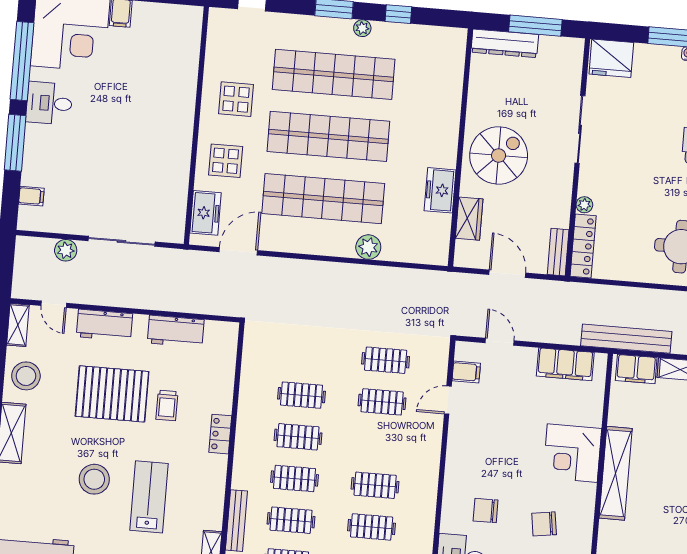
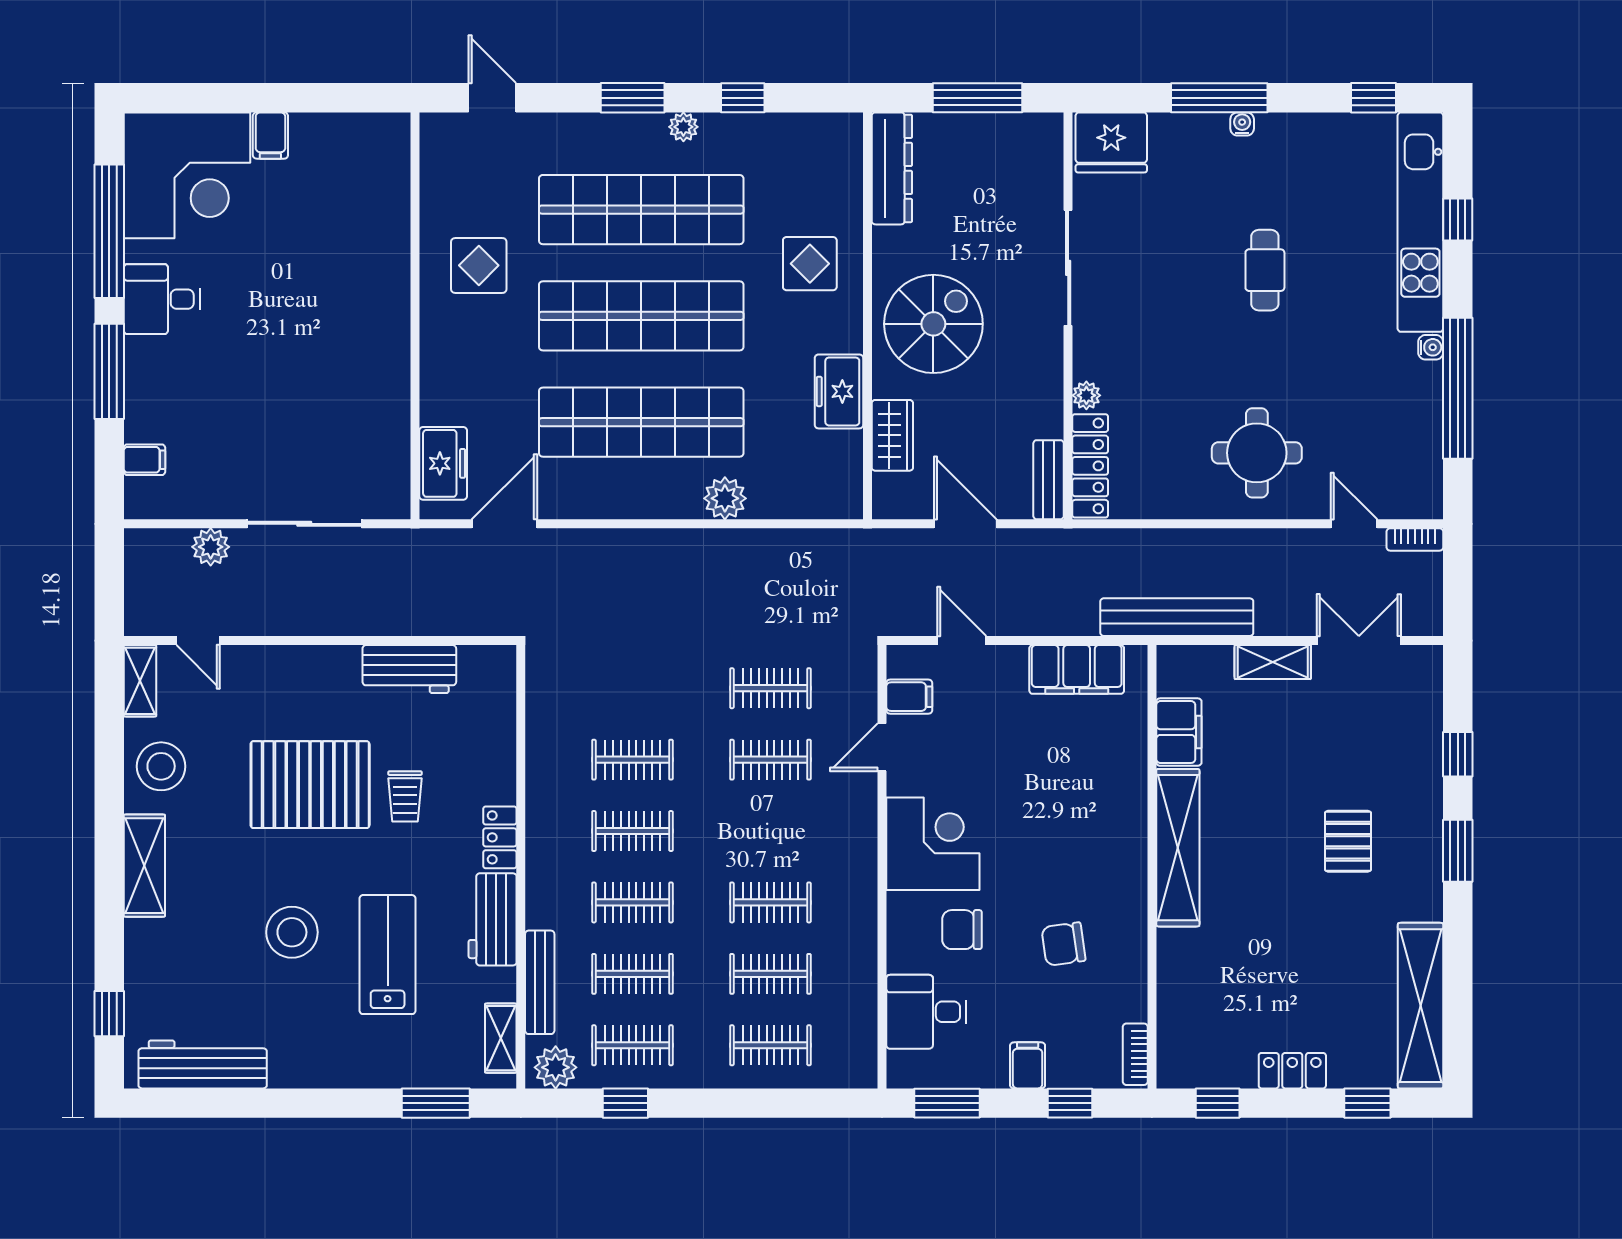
dresser: (505, 43) -> (892, 168), moved, turned -90
display table: (226, 161) -> (810, 264), moved
workbench: (104, 325) -> (493, 919), moved, turned 90
filing cabinet: (636, 369) -> (1179, 732), moved, turned -90
corner desk: (572, 453) -> (933, 844), moved, turned 180

